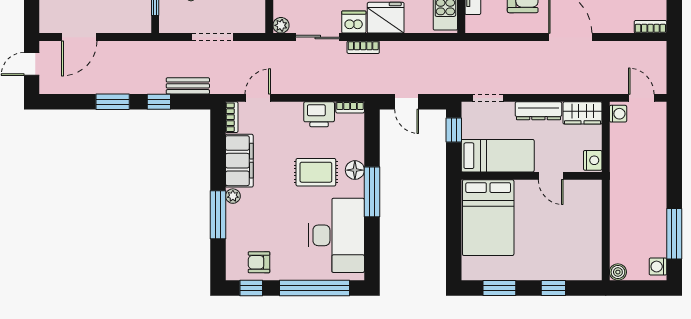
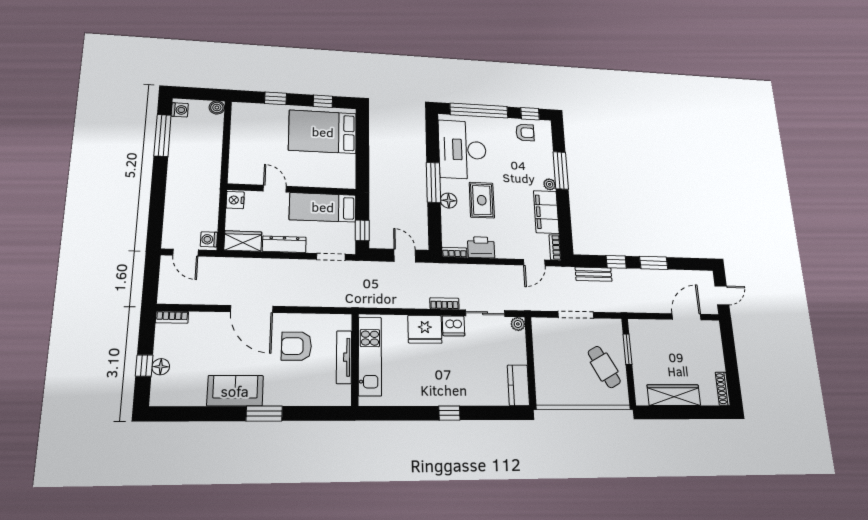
rug: (316, 172) -> (482, 200), turned 90
bed: (488, 218) -> (323, 132), moved, turned -90
window: (499, 288) -> (323, 101), width x0.67

